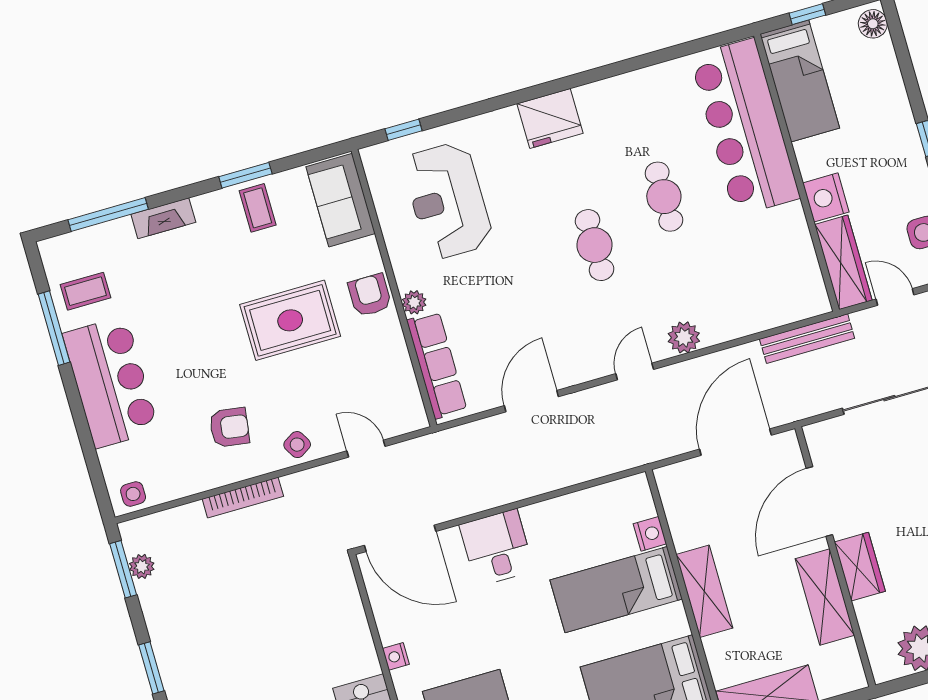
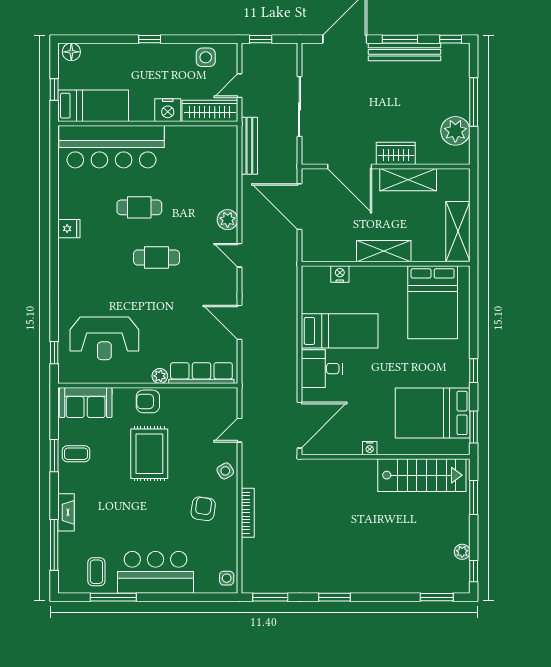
fridge: (550, 118) -> (69, 229), moved, width x0.53, depth x0.75
plant: (142, 566) -> (272, 585), removed
bed: (616, 590) -> (340, 331), moved, turned -90

